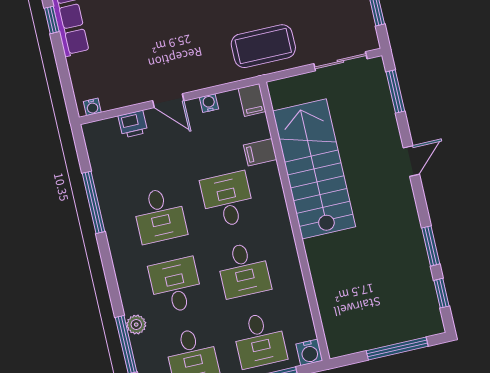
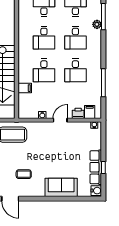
filing cabinet: (252, 100) -> (90, 112), moved
door: (168, 101) -> (60, 120), hinge flipped
desk: (160, 215) -> (75, 70), turned 180
desk: (244, 270) -> (44, 38), turned 180

